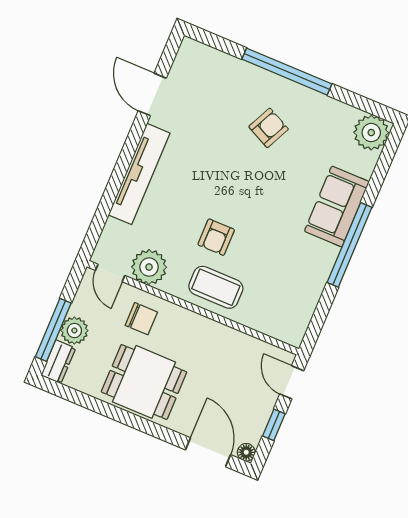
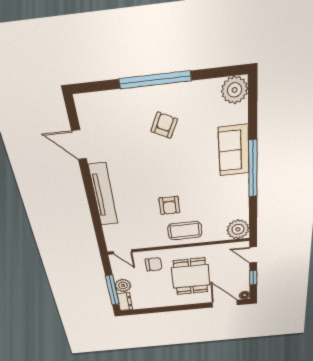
plant: (149, 267) -> (238, 229), moved
dining table: (144, 382) -> (191, 276), moved, turned 90

